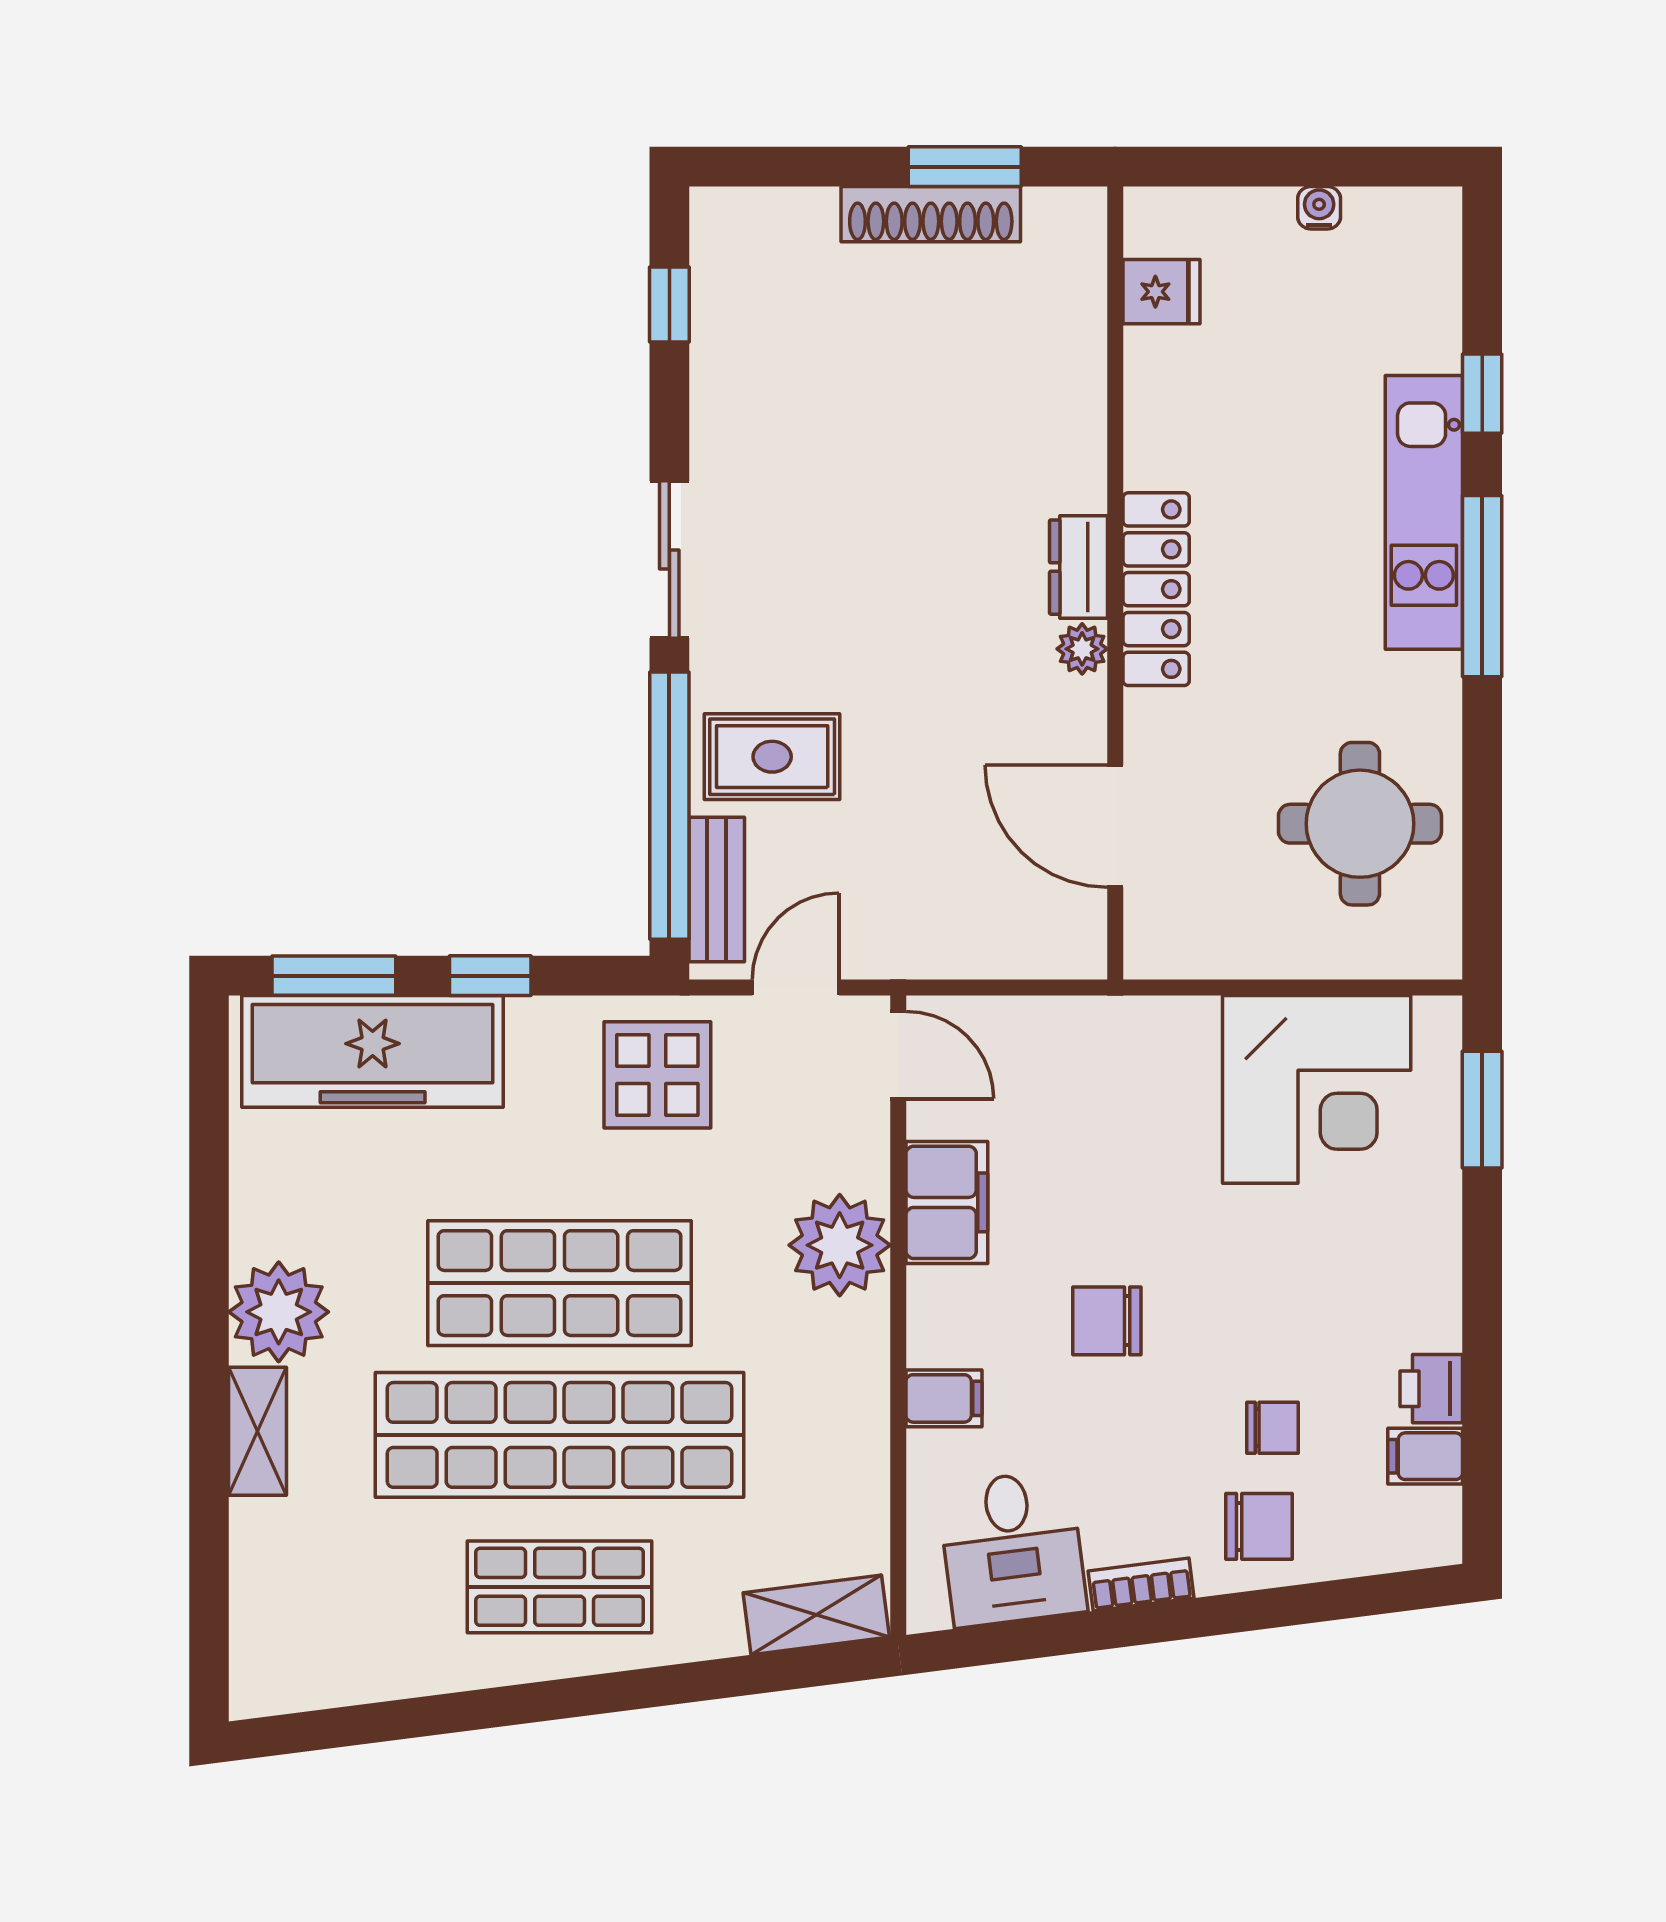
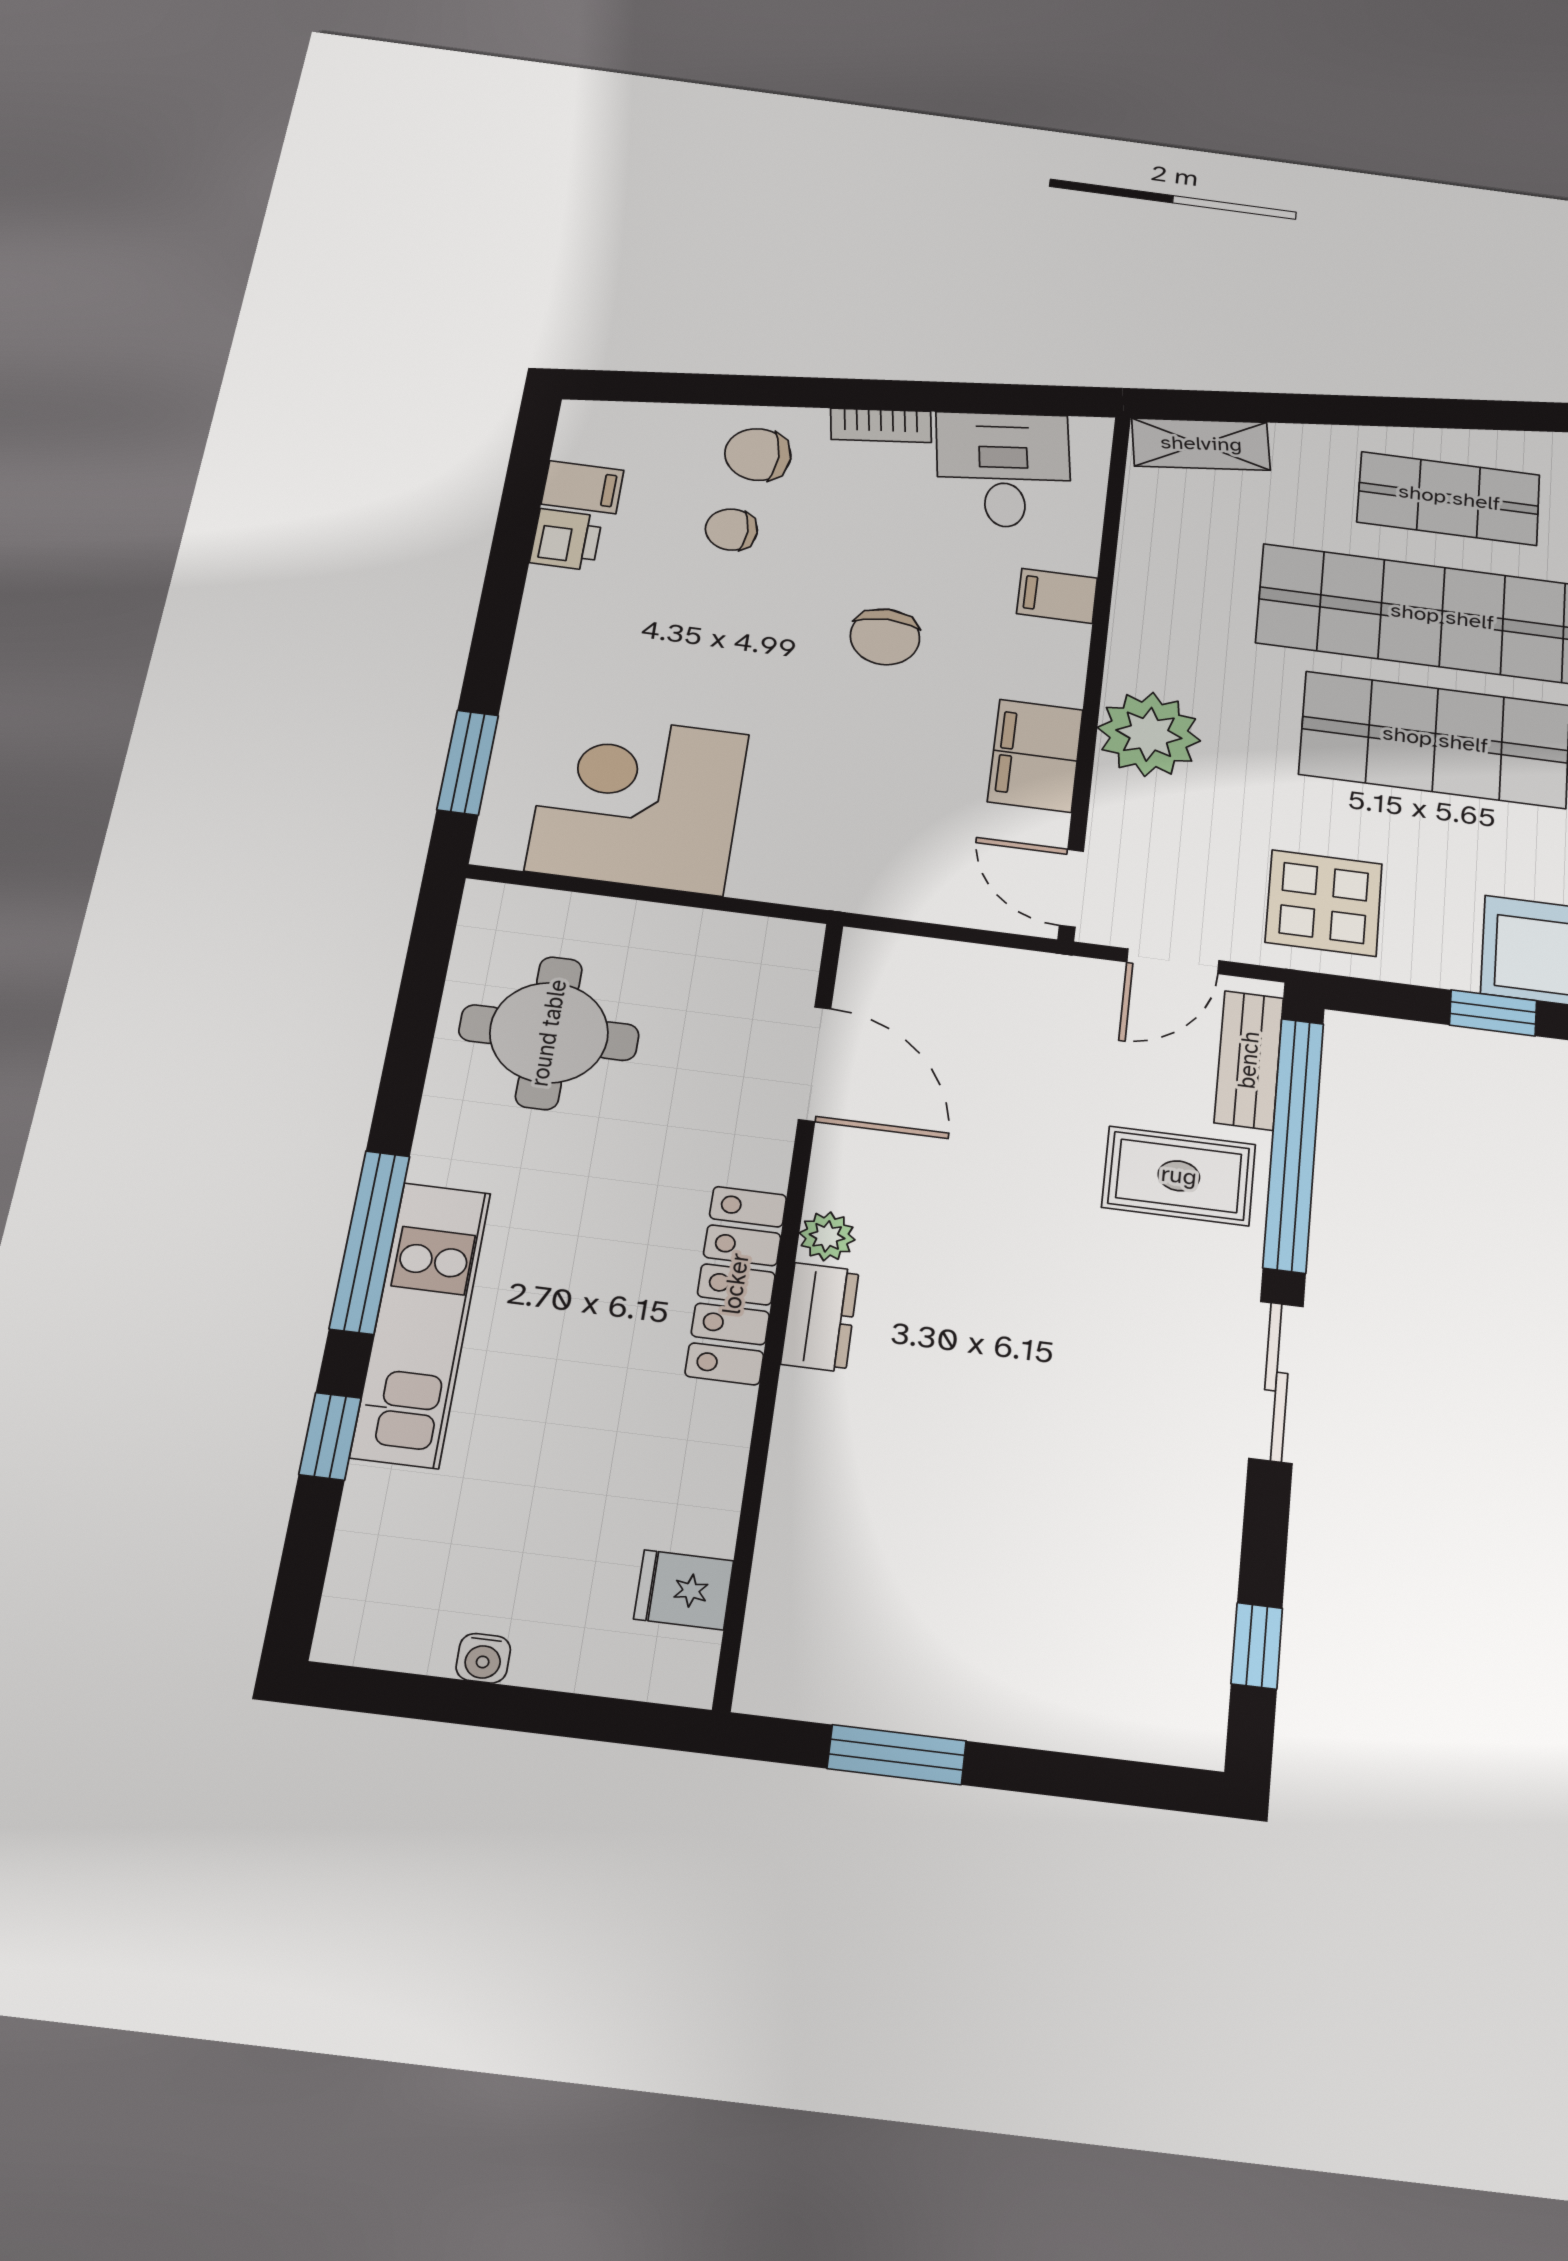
shoe rack: (931, 214) -> (943, 1707), removed
chair: (1107, 1321) -> (885, 637), turned 90

